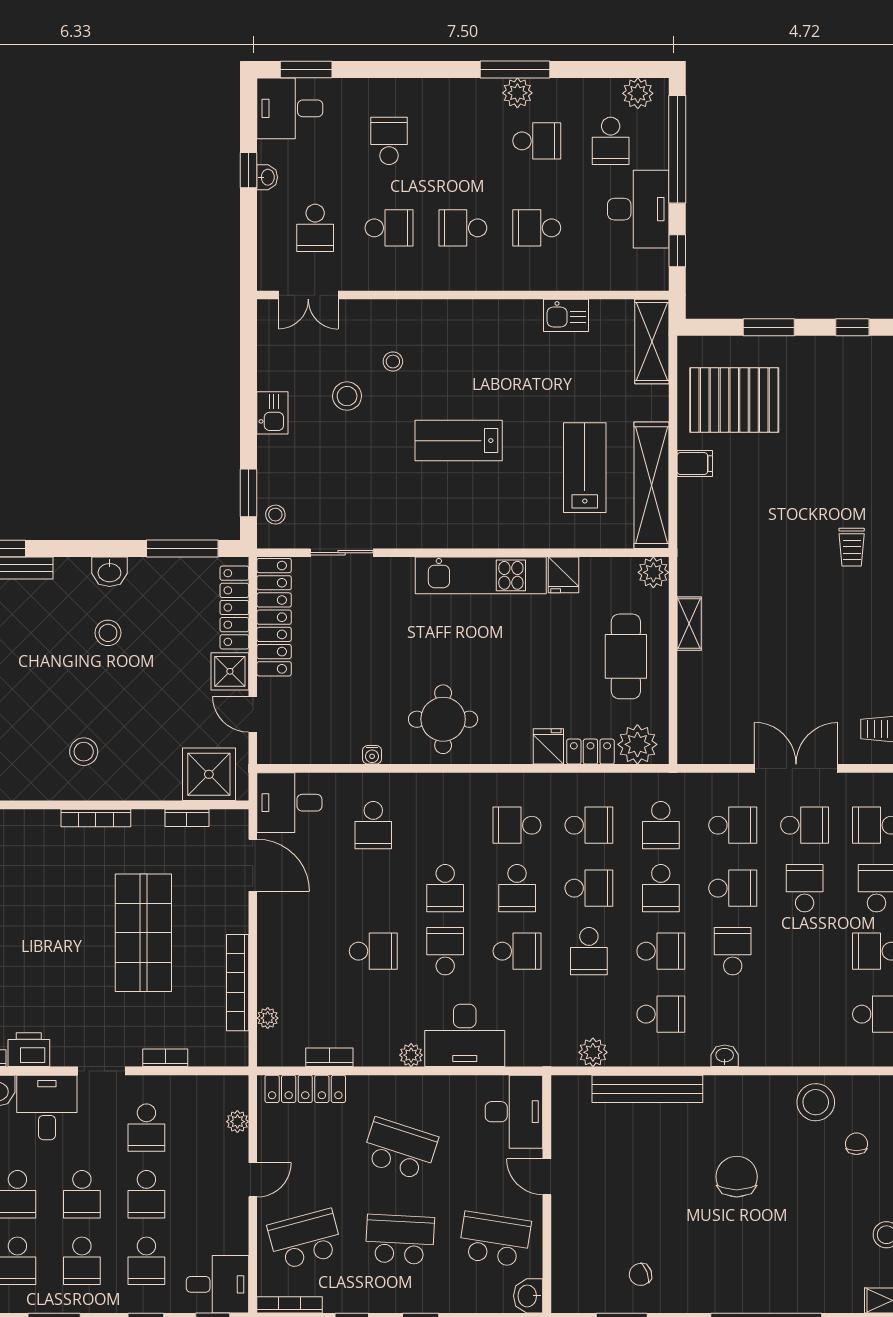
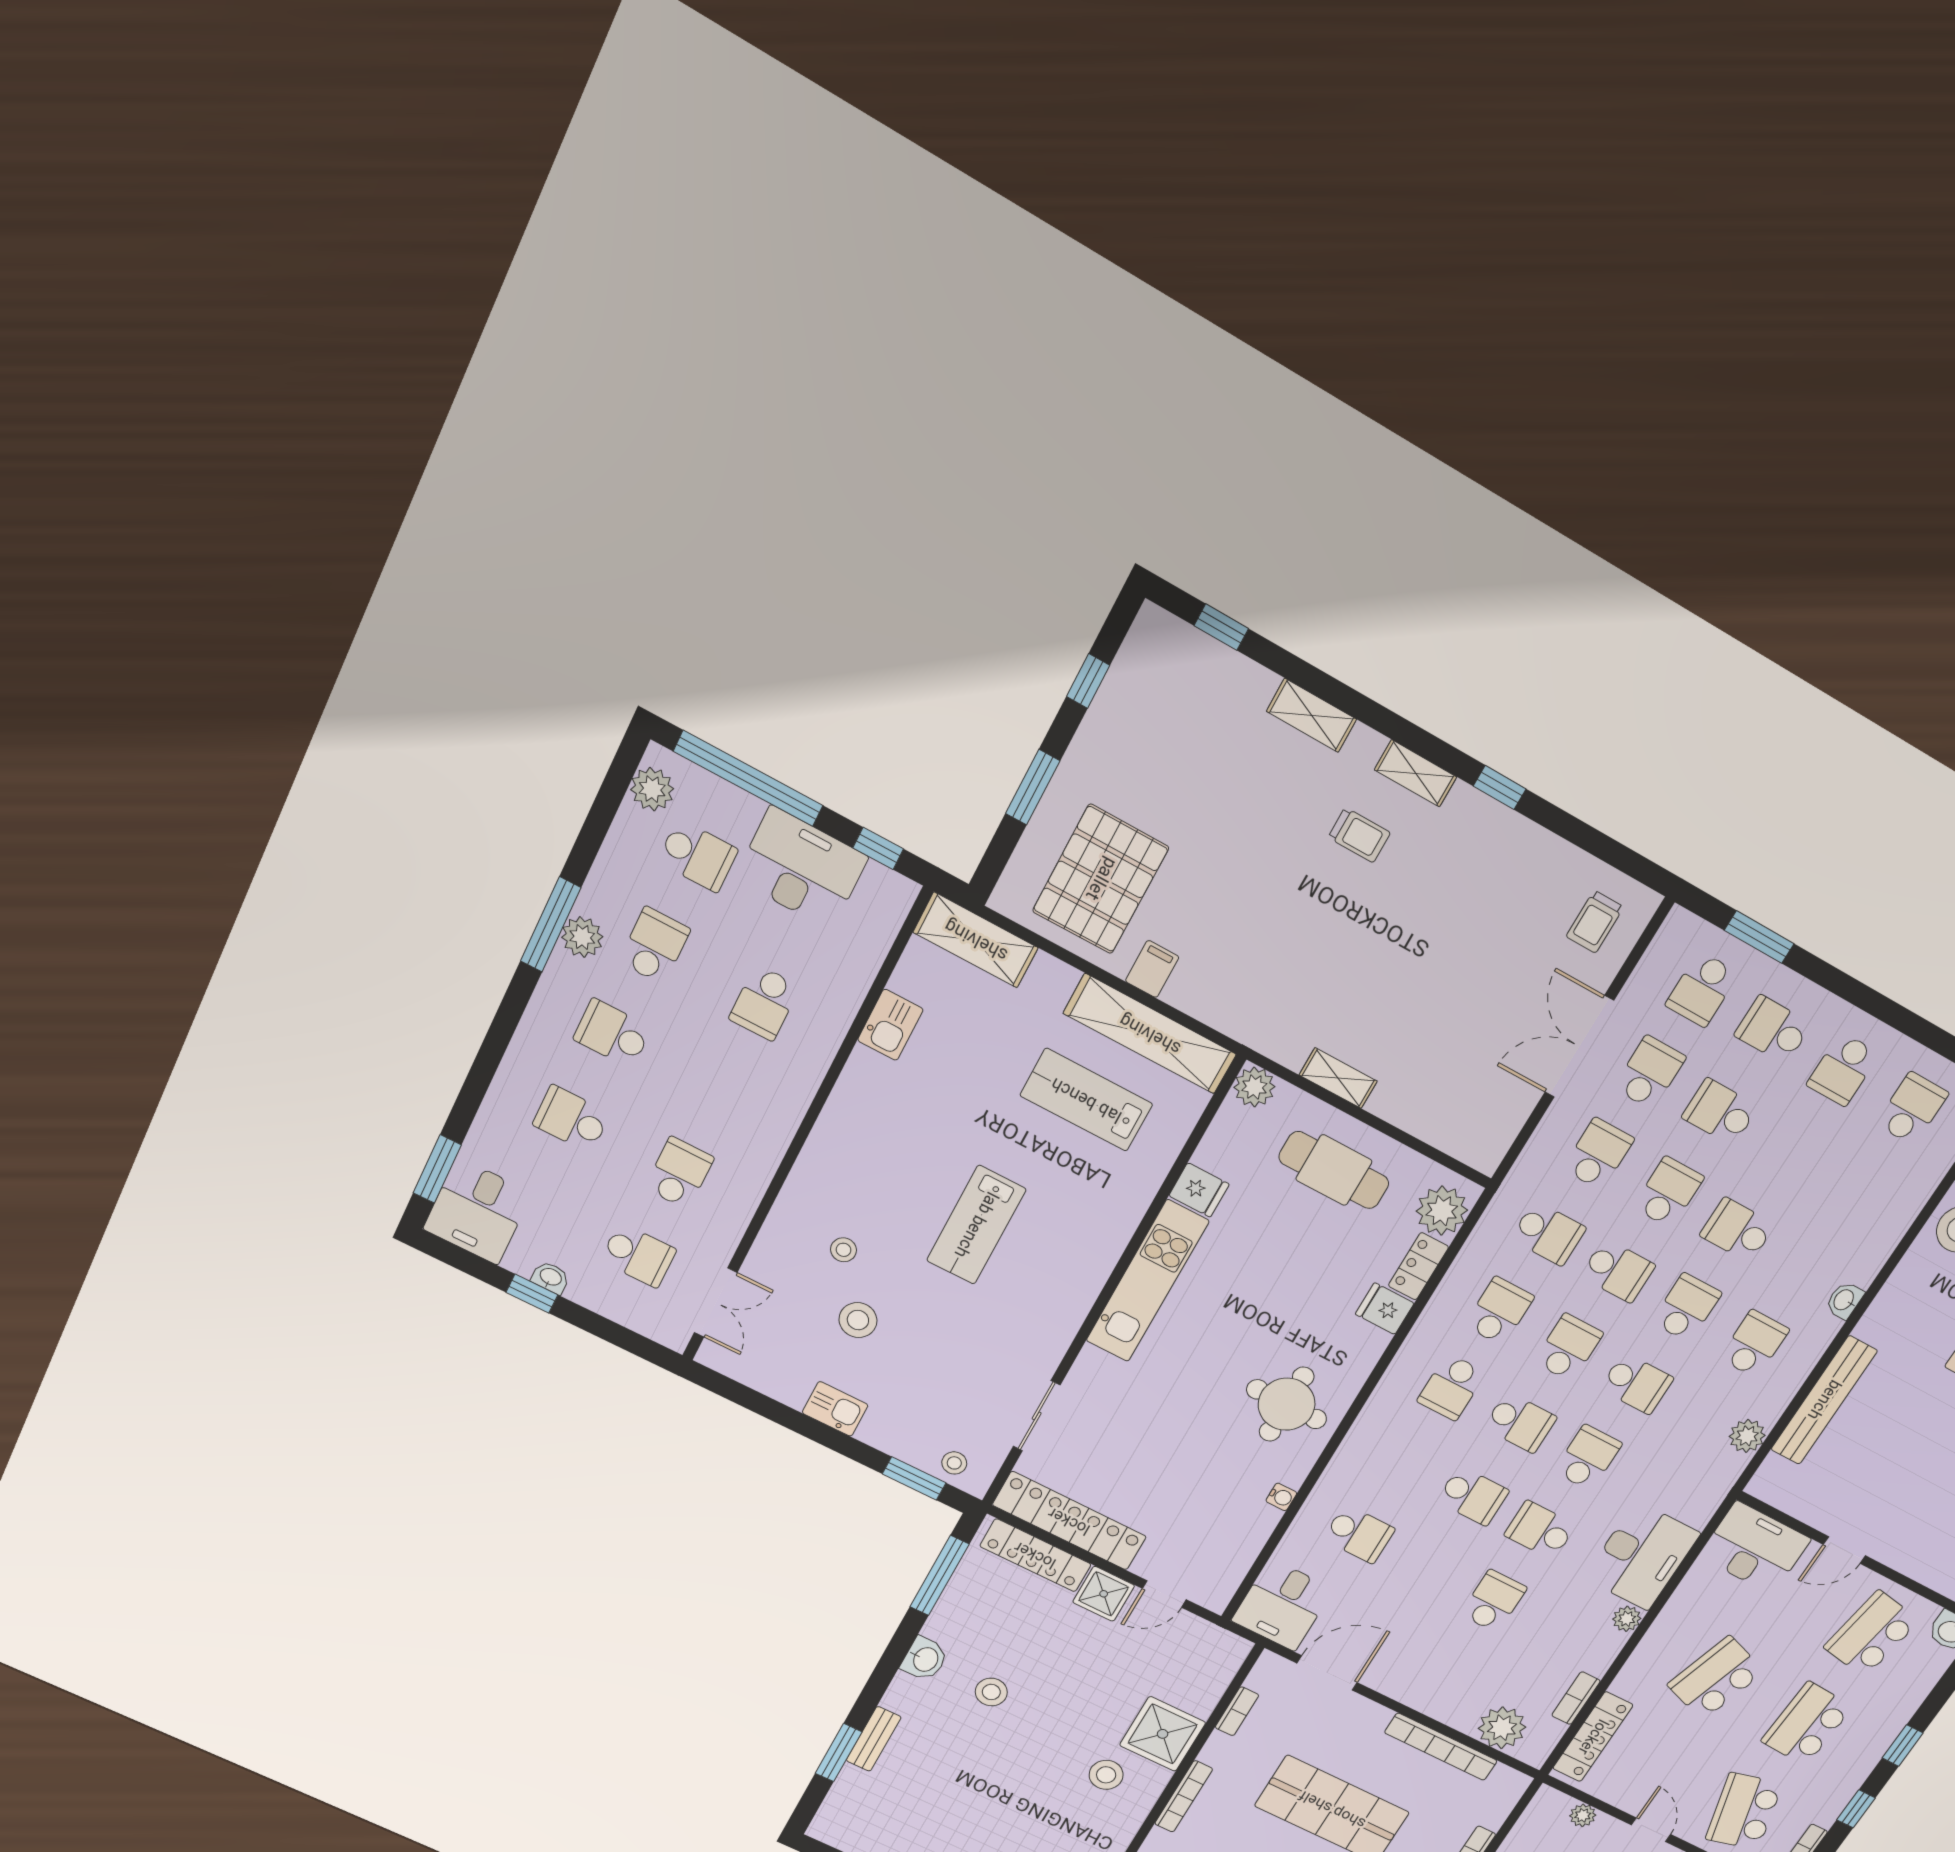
school desk: (463, 228) -> (612, 1033), moved, turned 90
shower: (209, 774) -> (1163, 1734), moved
plant: (268, 1018) -> (1502, 1728), width x1.88, depth x1.88

